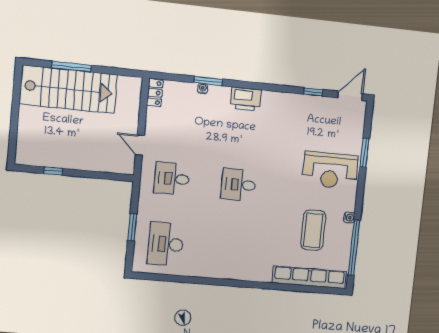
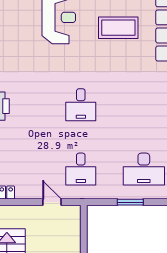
door: (140, 145) -> (52, 202), swing flipped

